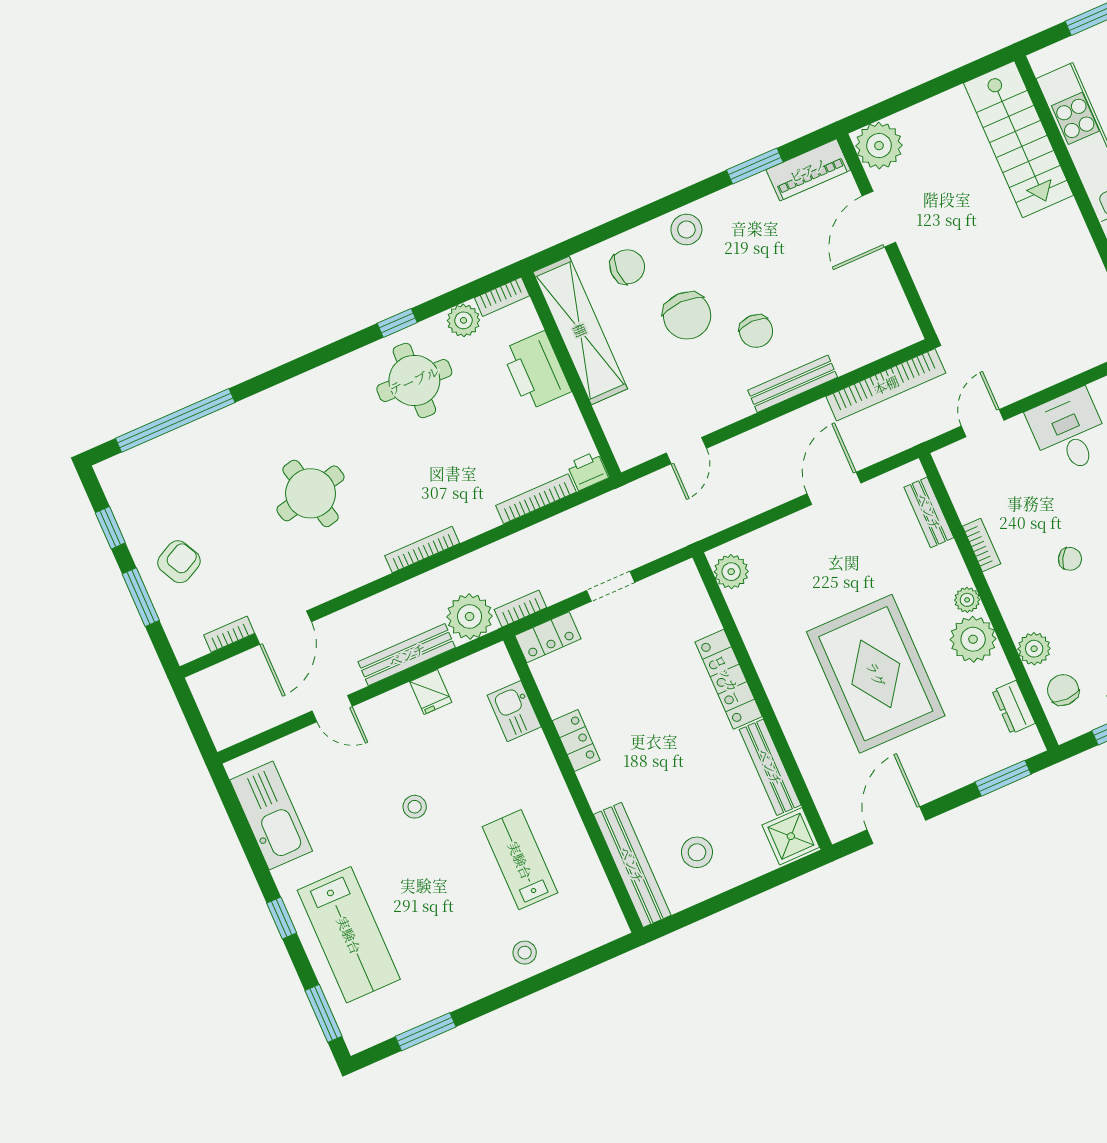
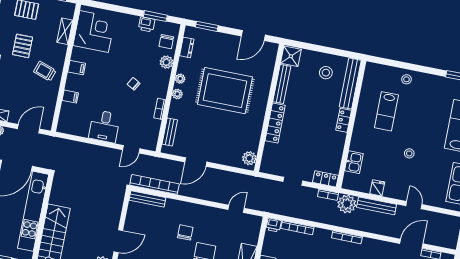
bench: (793, 384) -> (147, 199), moved
plant: (973, 639) -> (180, 79), width x0.53, depth x0.53
rug: (876, 674) -> (225, 91), turned 90
locker: (576, 740) -> (344, 120), moved

